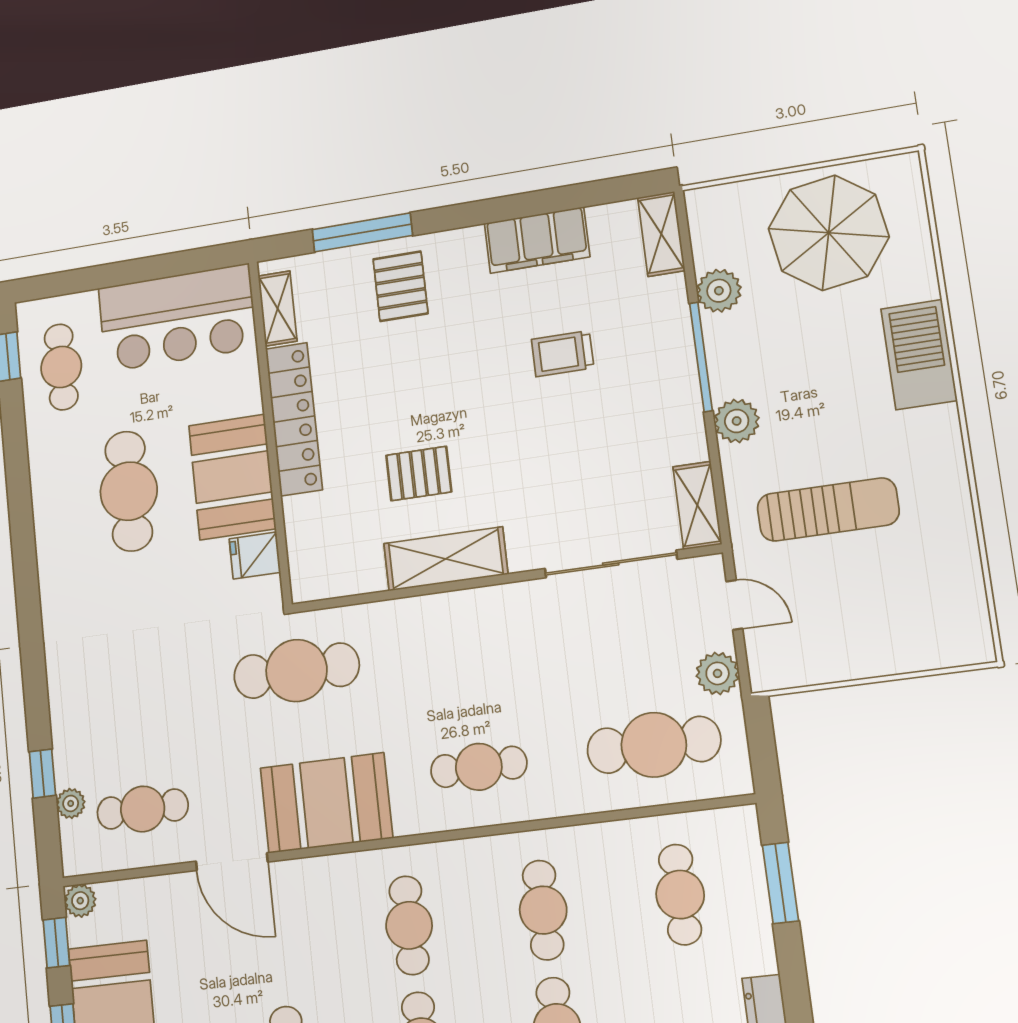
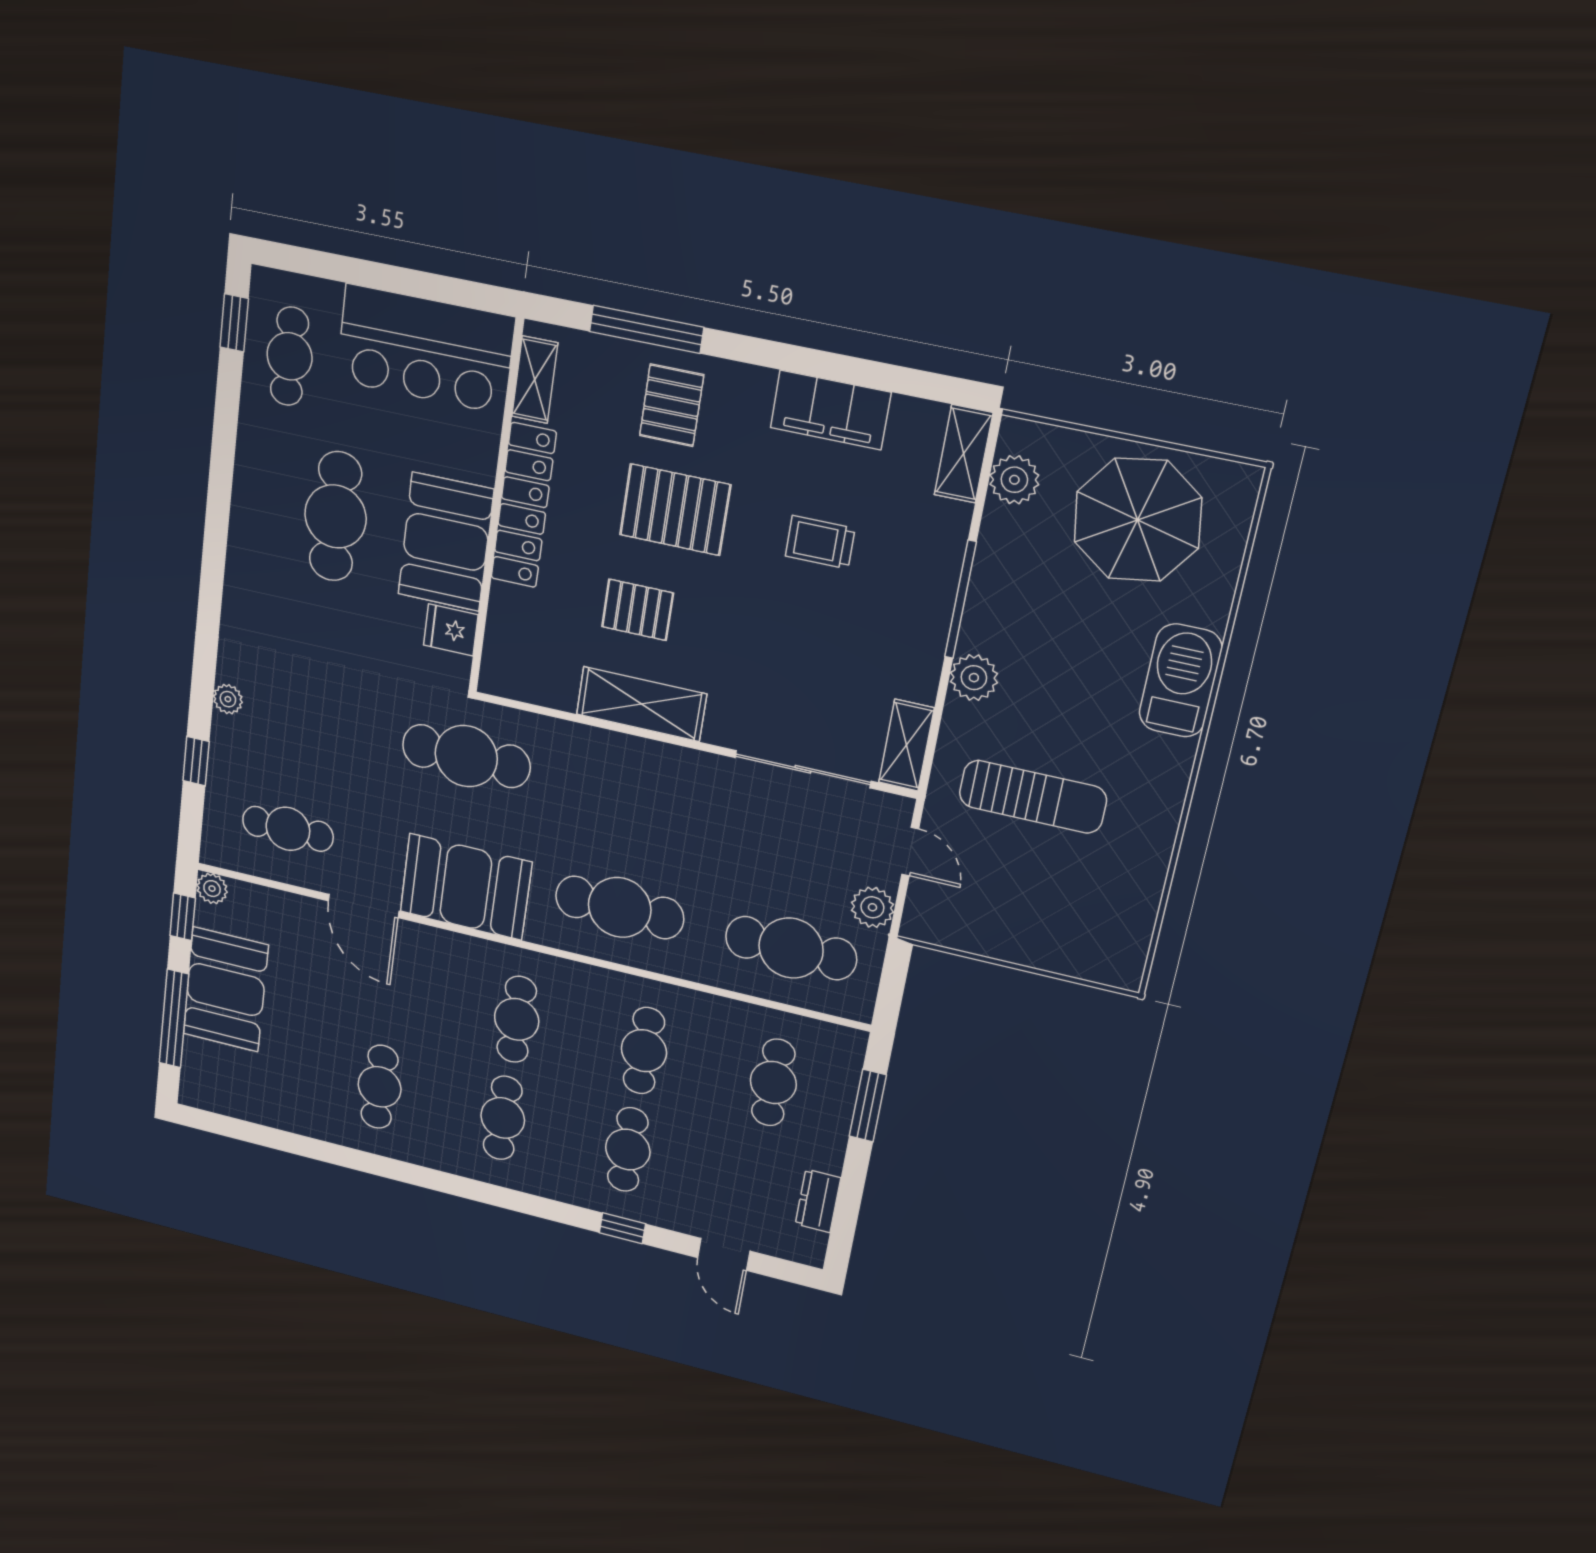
plant: (719, 291) -> (1014, 480), moved
pallet: (428, 373) -> (675, 510), added
cafe table: (479, 767) -> (620, 907), width x1.37, depth x1.35
plant: (71, 803) -> (228, 699), moved

